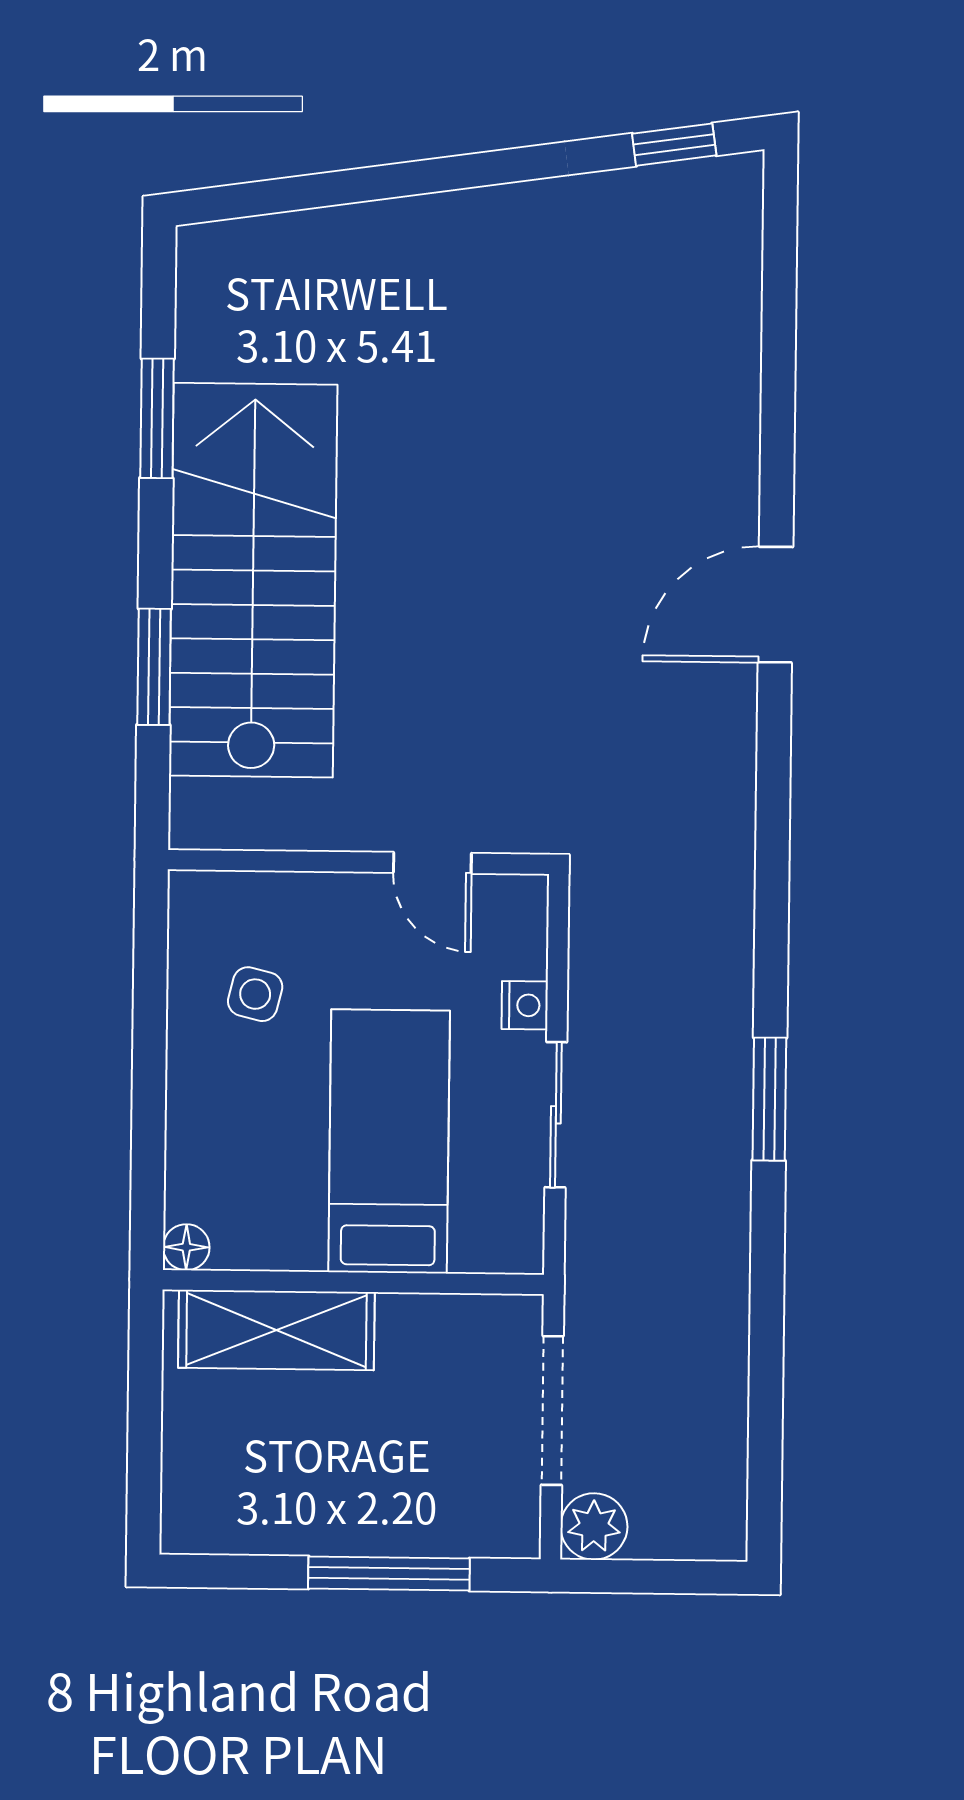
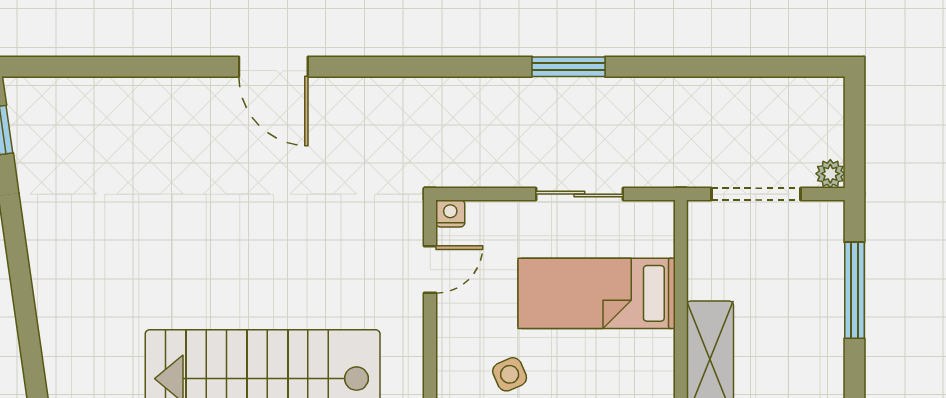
side table: (255, 994) -> (510, 374), turned -37
nightstand: (525, 1005) -> (450, 213), moved
plant: (594, 1526) -> (830, 174), width x0.73, depth x0.73

